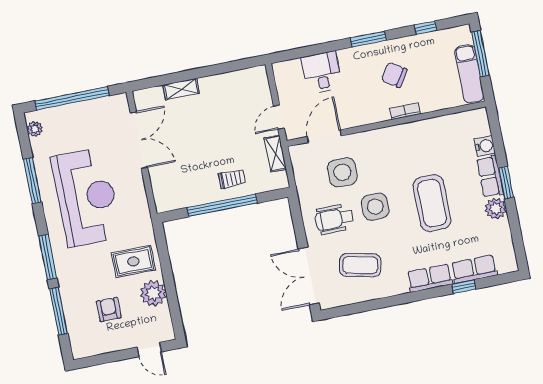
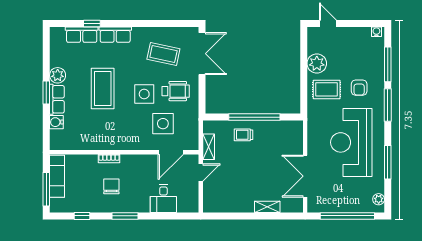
chair: (394, 75) -> (111, 186), turned -123
armchair: (109, 309) -> (359, 88), moved
water cooler: (82, 351) -> (376, 32), added

